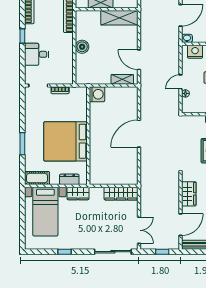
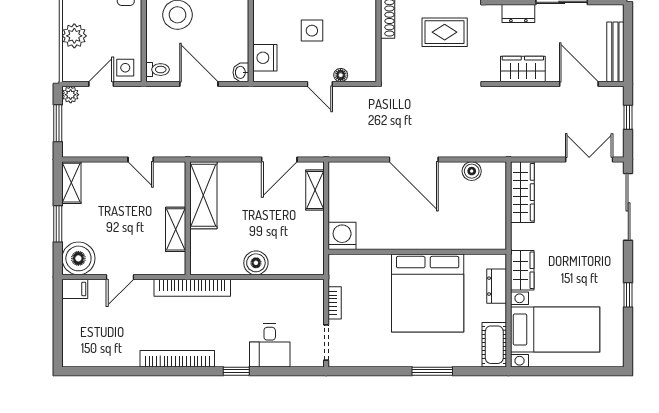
boiler: (133, 166) -> (472, 171), added

